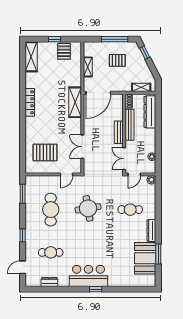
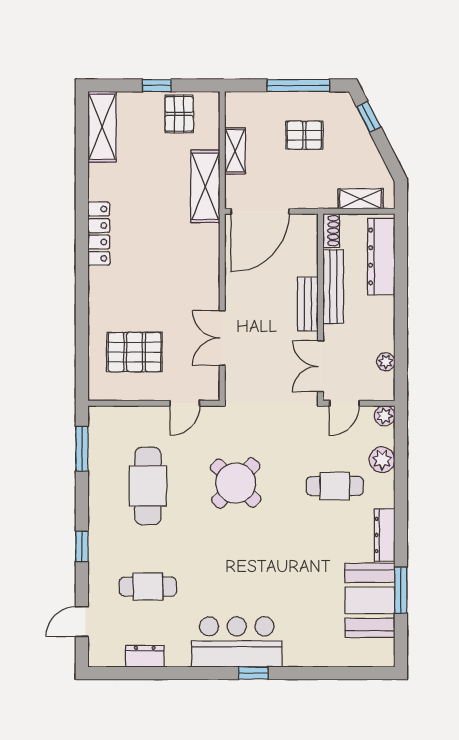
shelving: (75, 102) -> (205, 186), moved
plant: (150, 198) -> (382, 460), added
round table: (88, 208) -> (236, 483), turned -38

